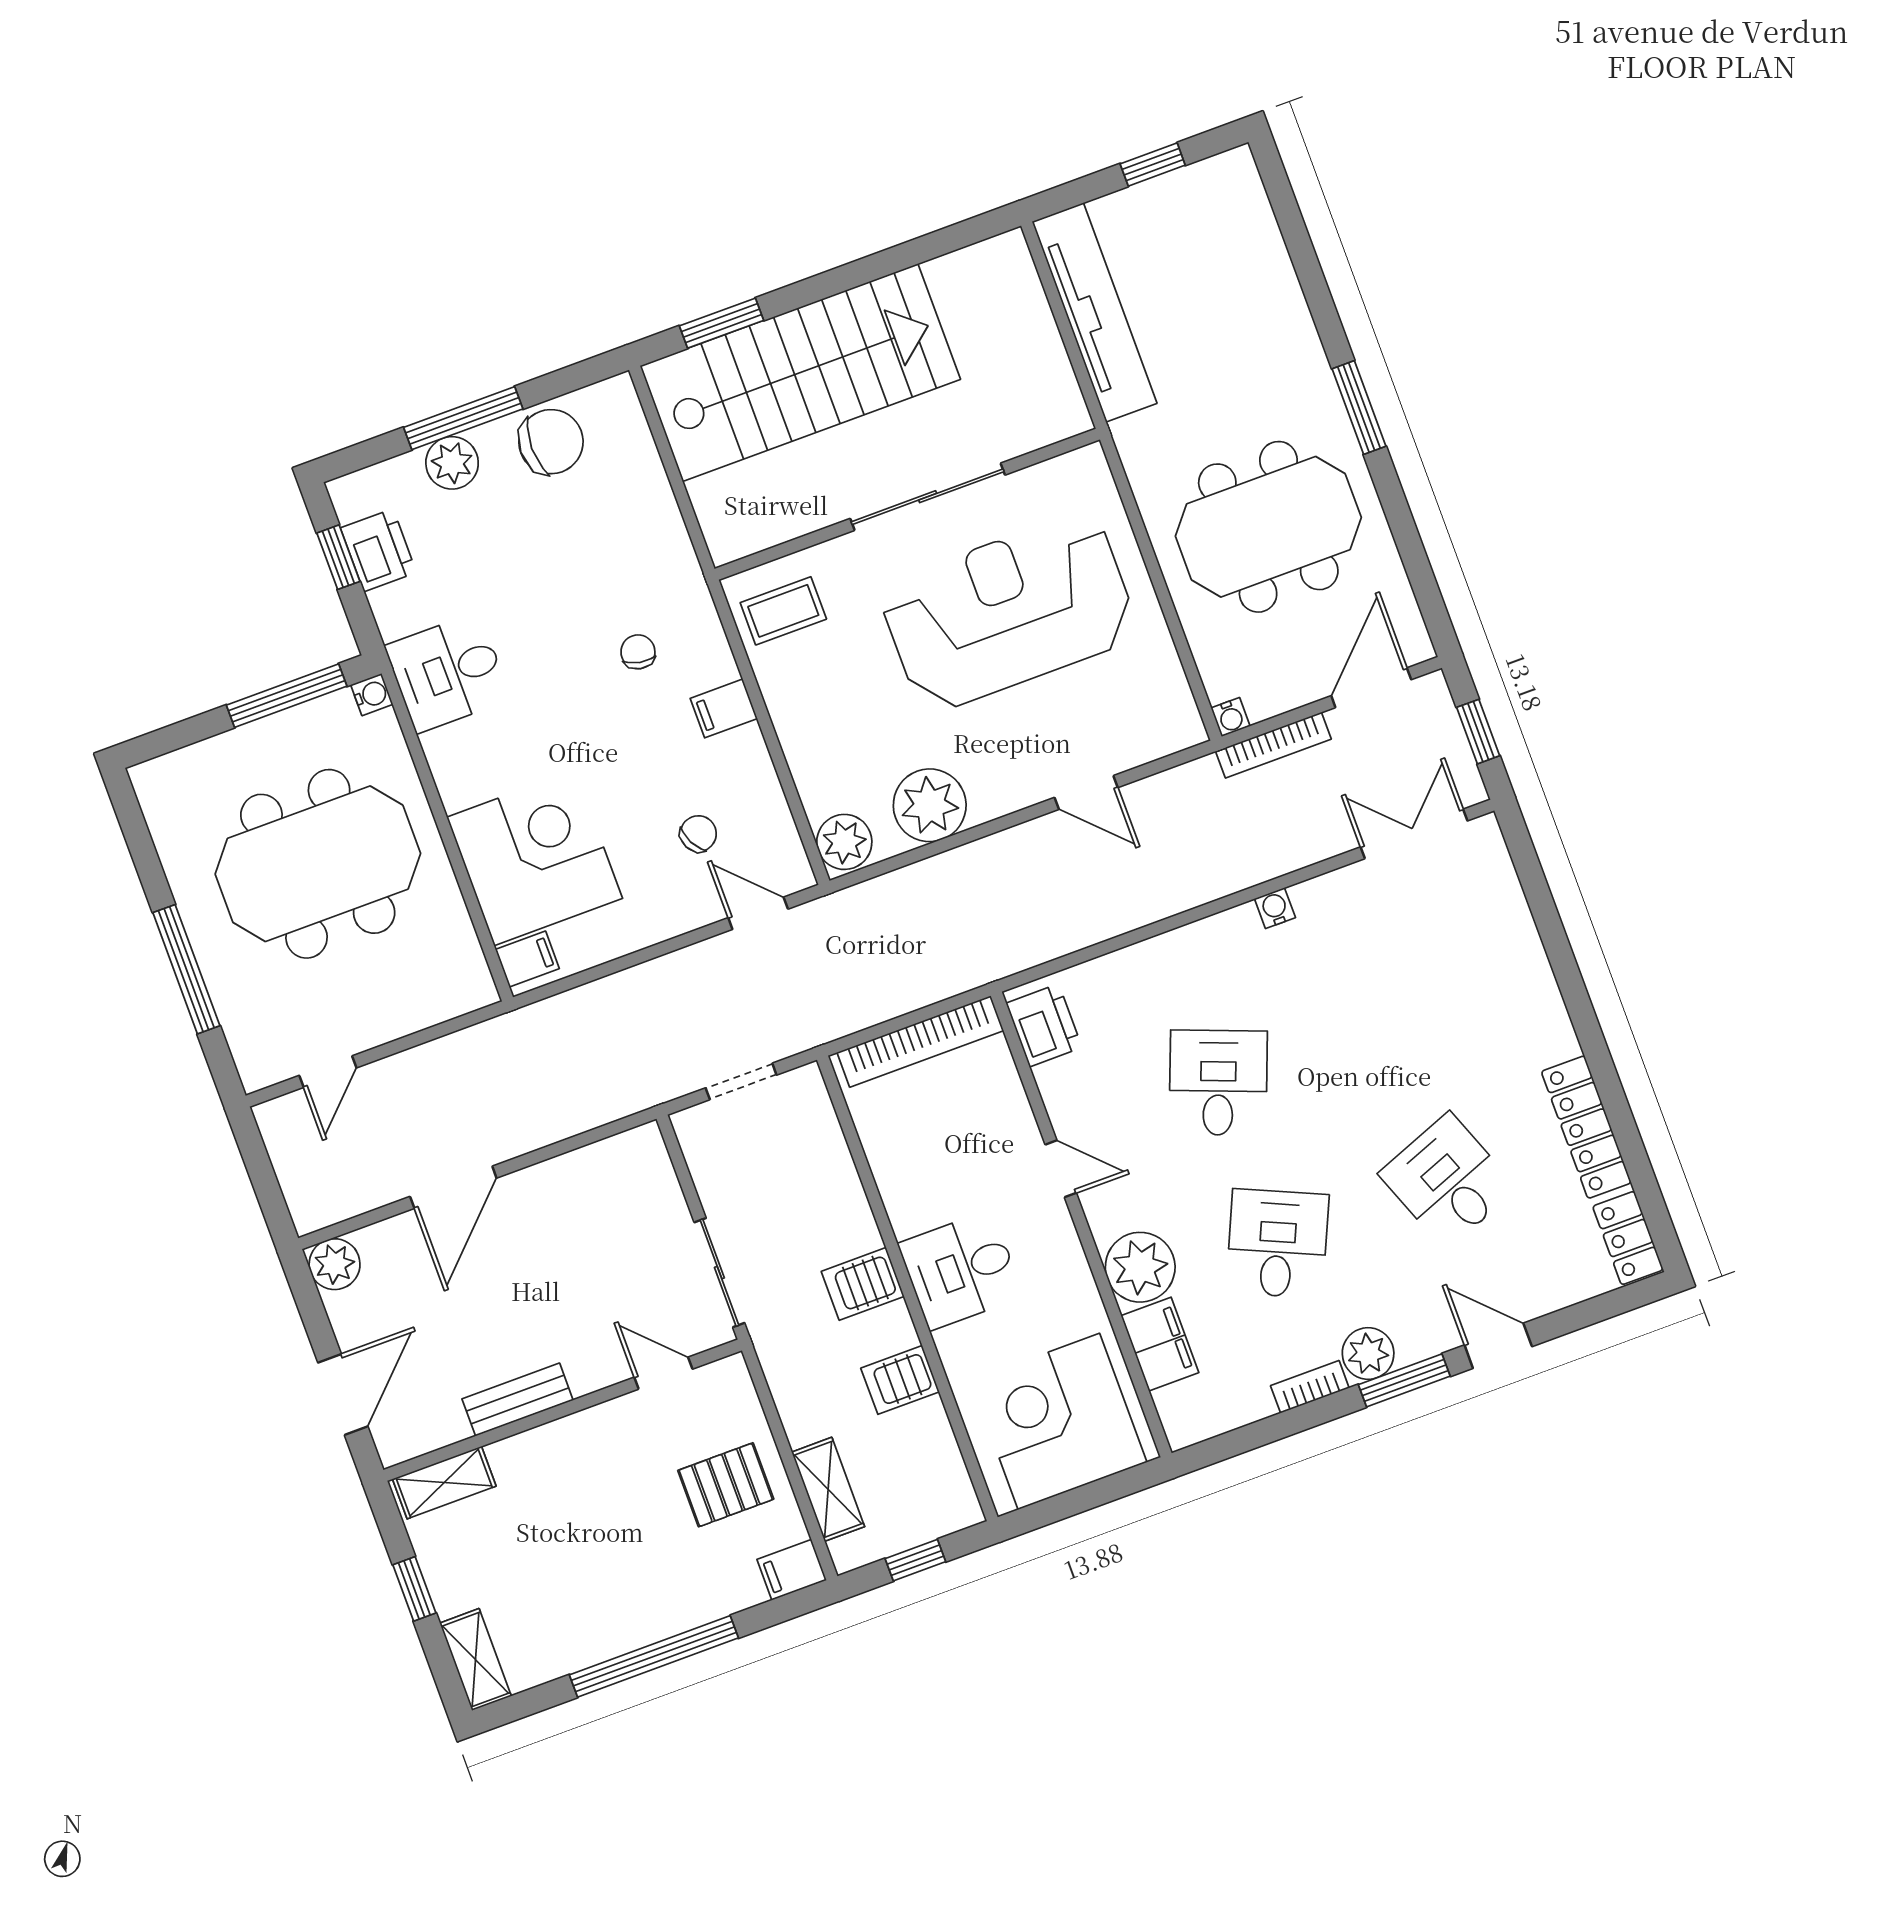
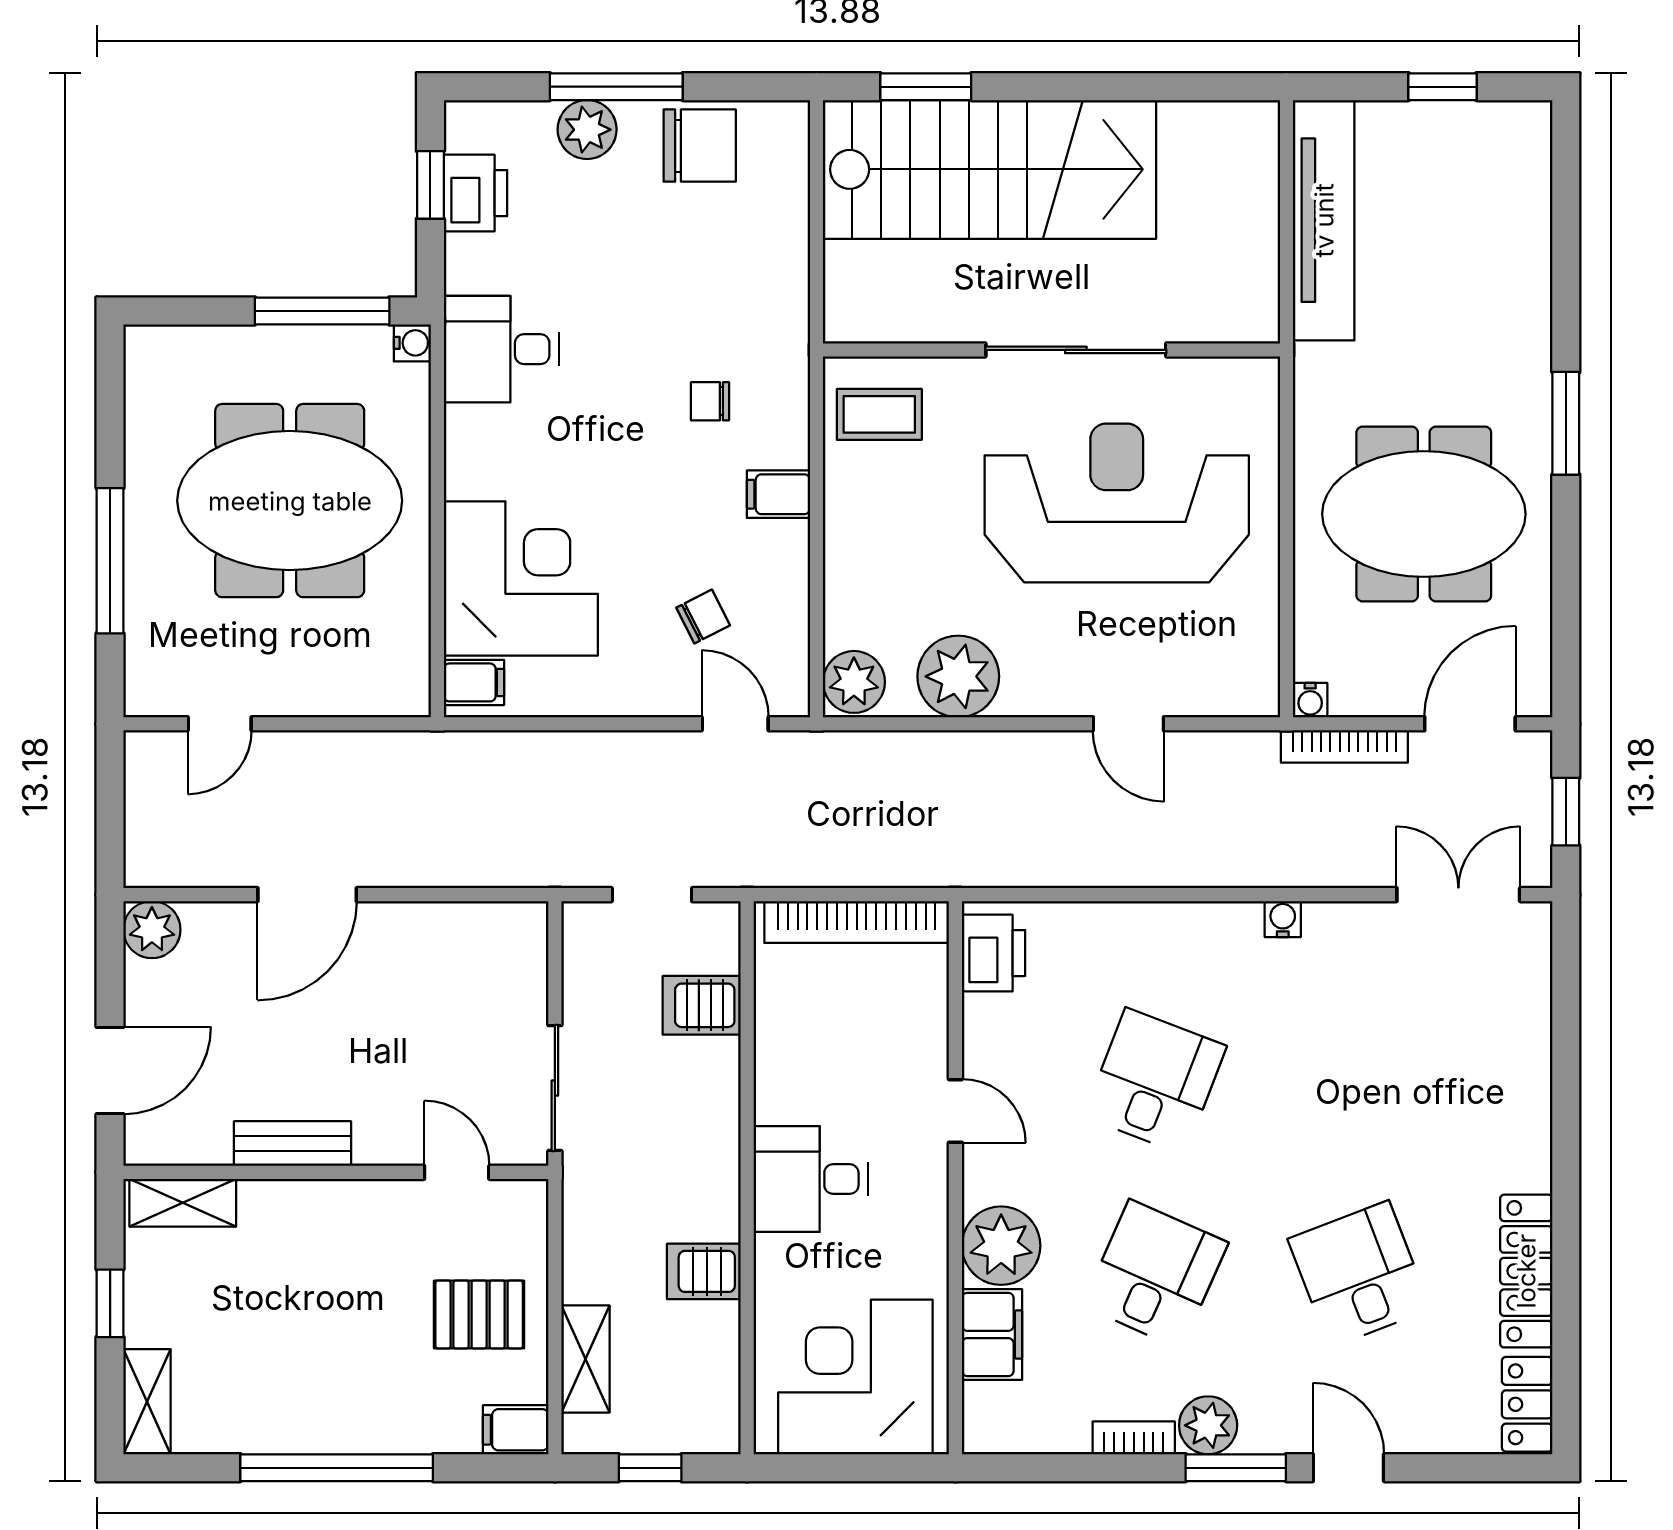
chair: (638, 652) -> (710, 401), turned -101
server rack: (863, 1284) -> (702, 1005), moved

